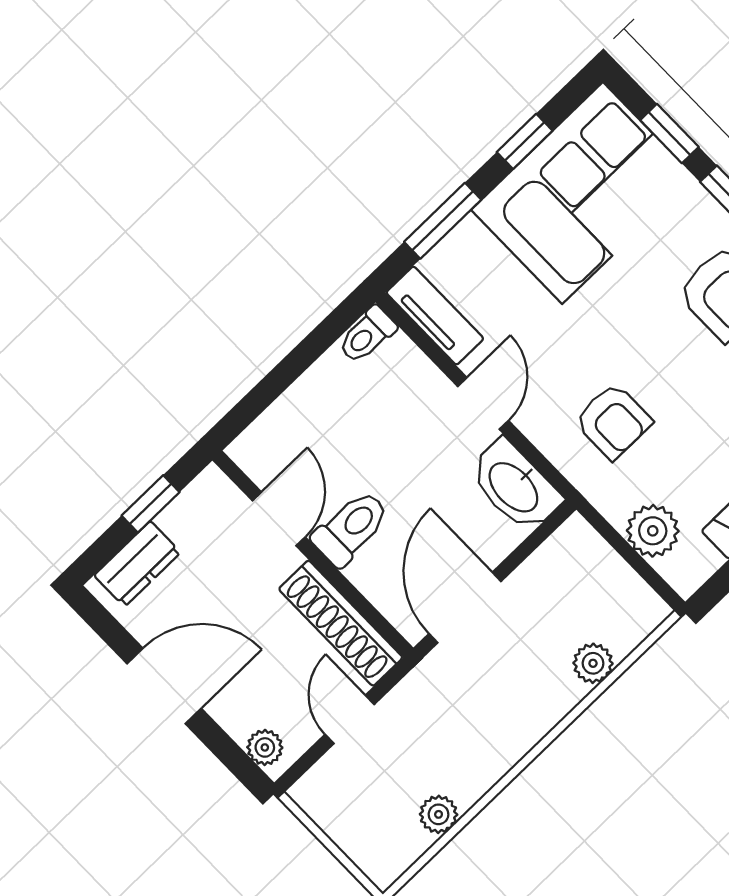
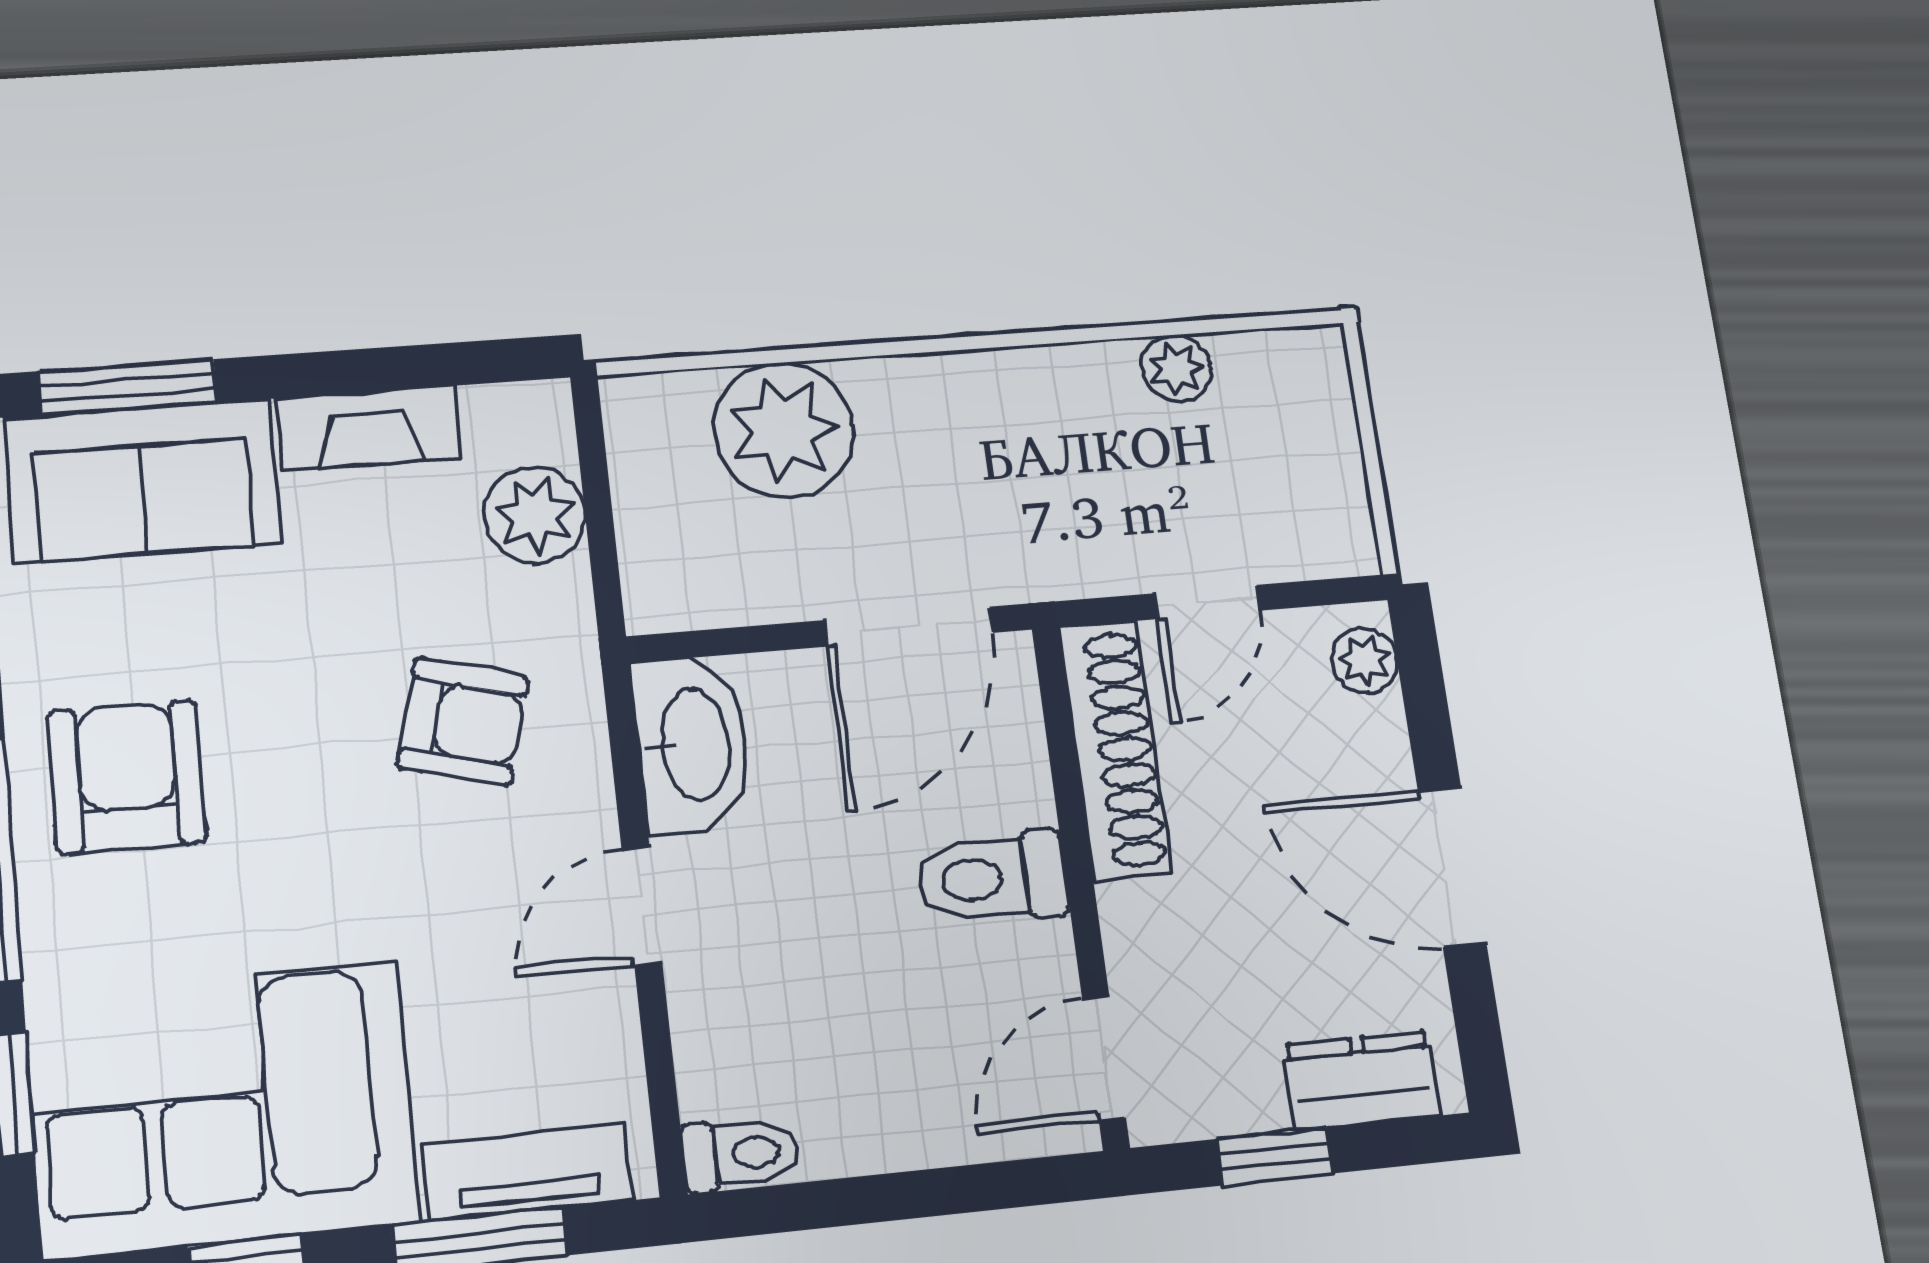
tv unit: (435, 316) -> (527, 1172), moved, turned 90
armchair: (613, 421) -> (463, 722), turned 105
door: (279, 519) -> (1104, 1058), moved
plant: (593, 663) -> (783, 430), width x1.87, depth x1.87

